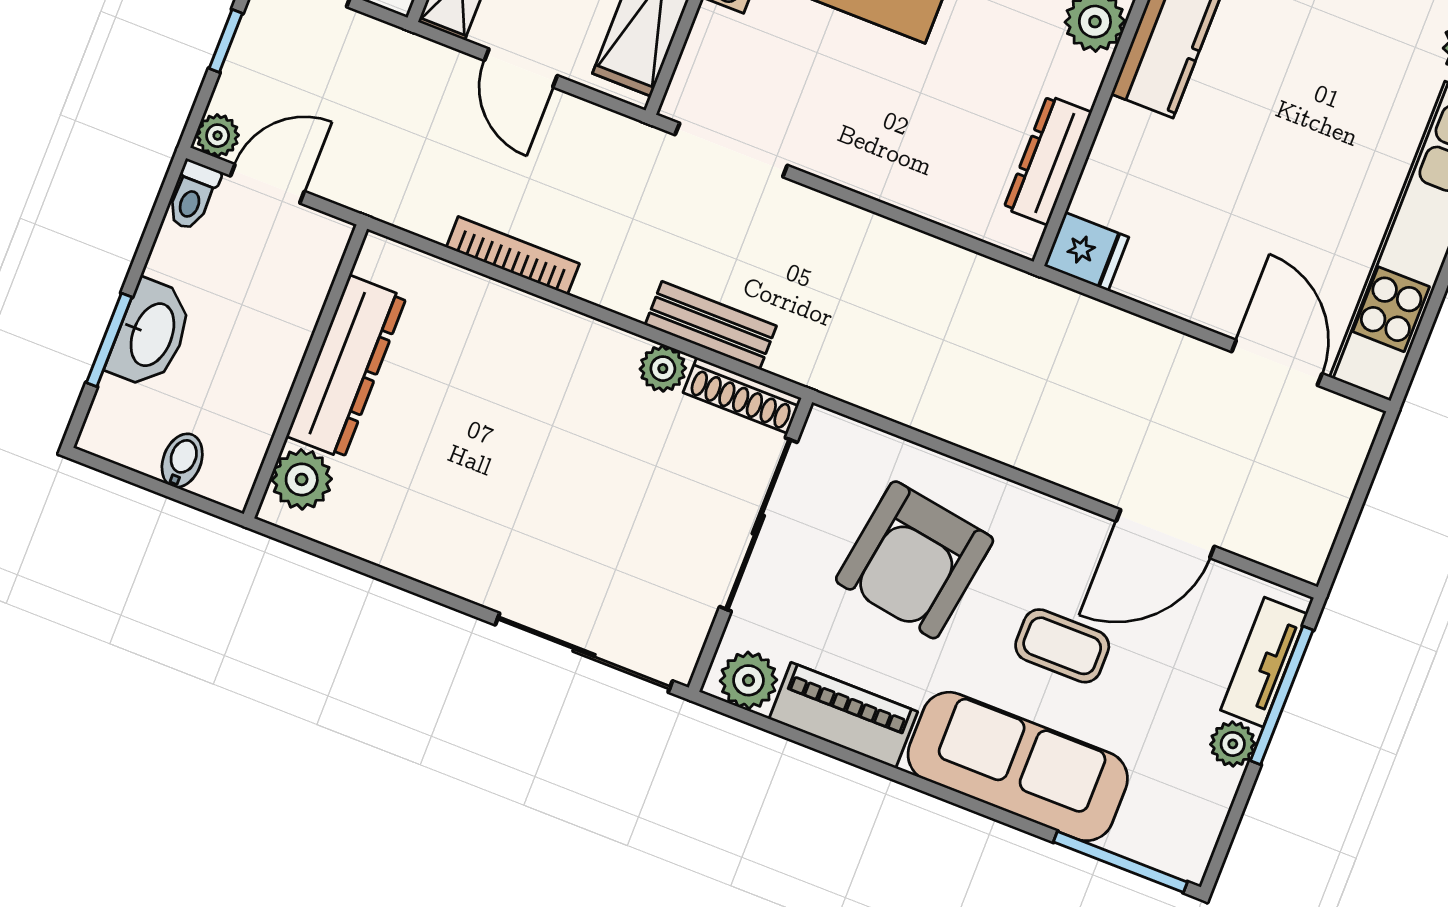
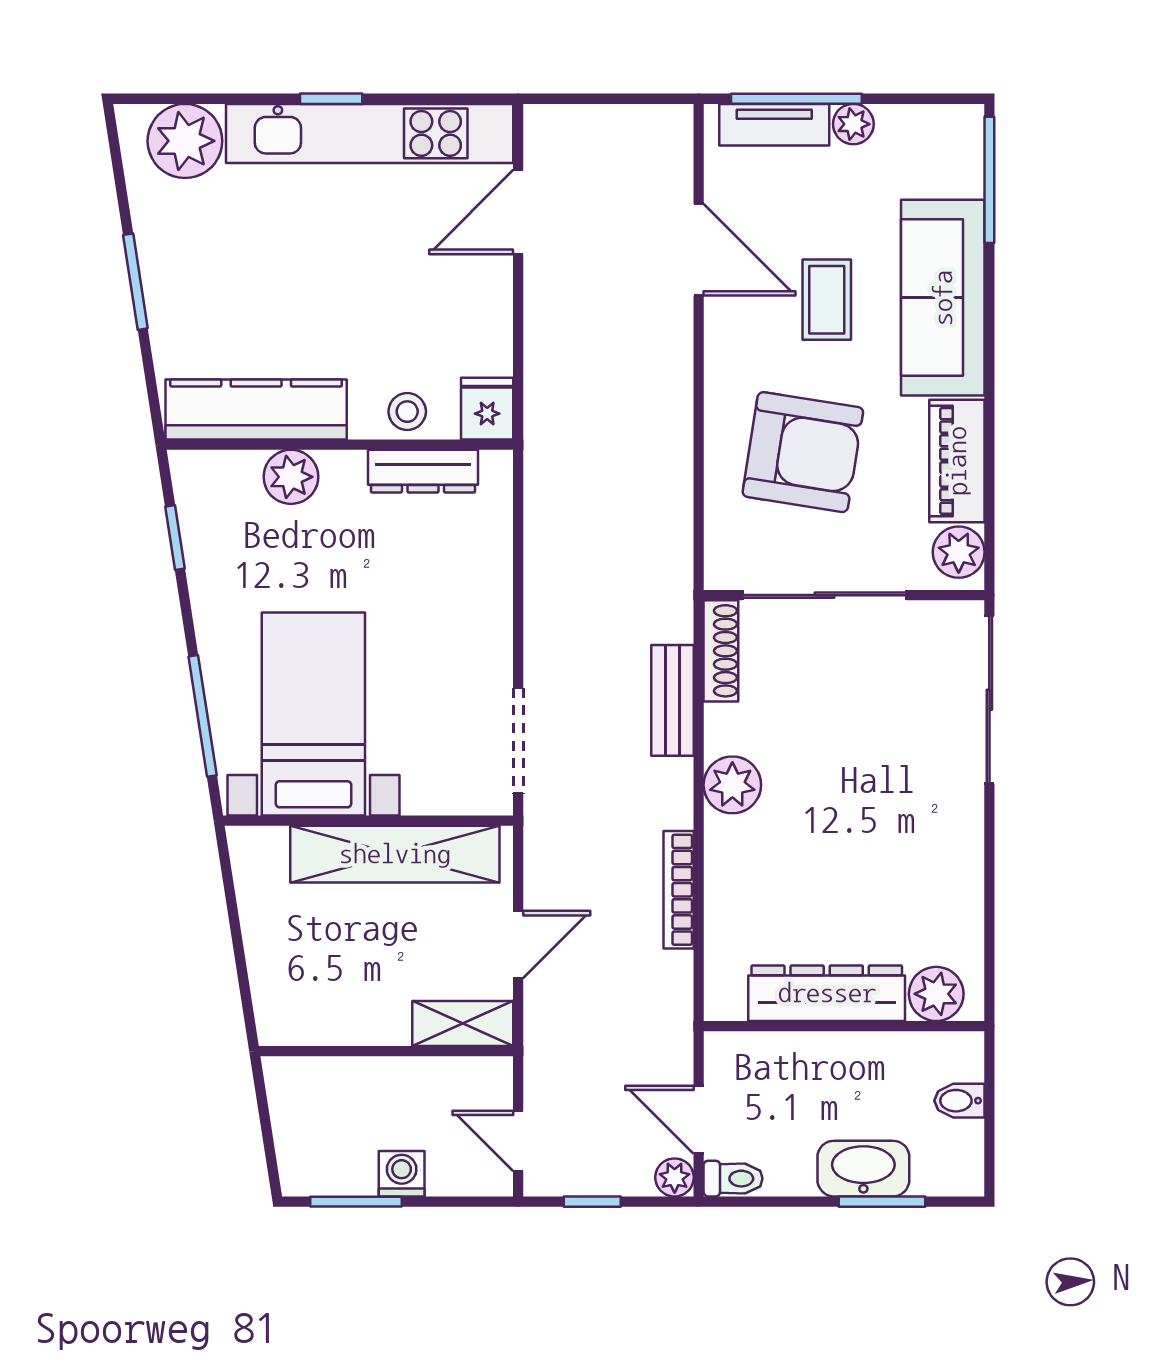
stool: (1116, 168) -> (407, 412), added
plant: (663, 369) -> (732, 785), moved, width x1.38, depth x1.38

